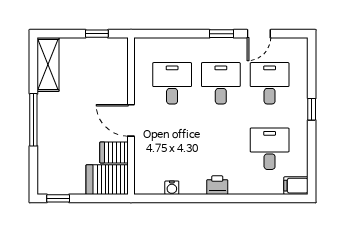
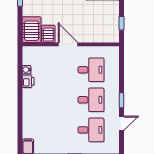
door: (259, 34) -> (122, 123), swing flipped
door: (131, 120) -> (68, 44), hinge flipped
desk: (270, 149) -> (51, 130), removed
printer: (217, 185) -> (28, 81), moved

